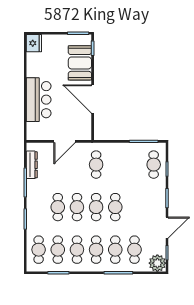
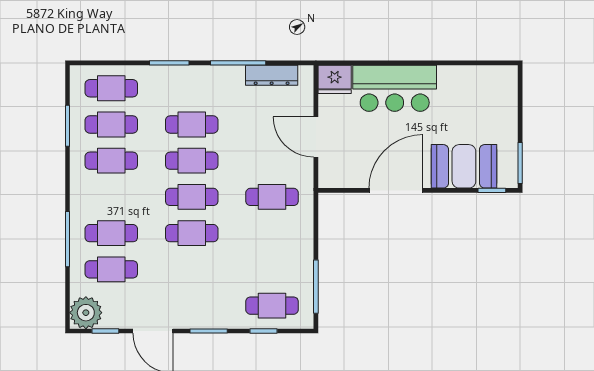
fridge: (34, 43) -> (335, 79), moved
cafe table: (96, 250) -> (111, 197), removed

